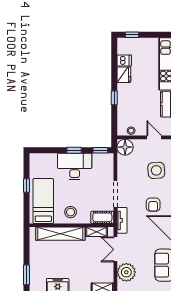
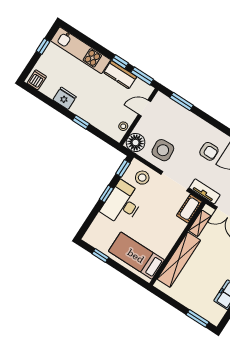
window: (132, 35) -> (43, 46), moved
dishwasher: (124, 61) -> (37, 80), moved
side table: (156, 170) -> (163, 150), moved
window: (26, 185) -> (100, 256), moved
stool: (71, 212) -> (142, 178), moved

